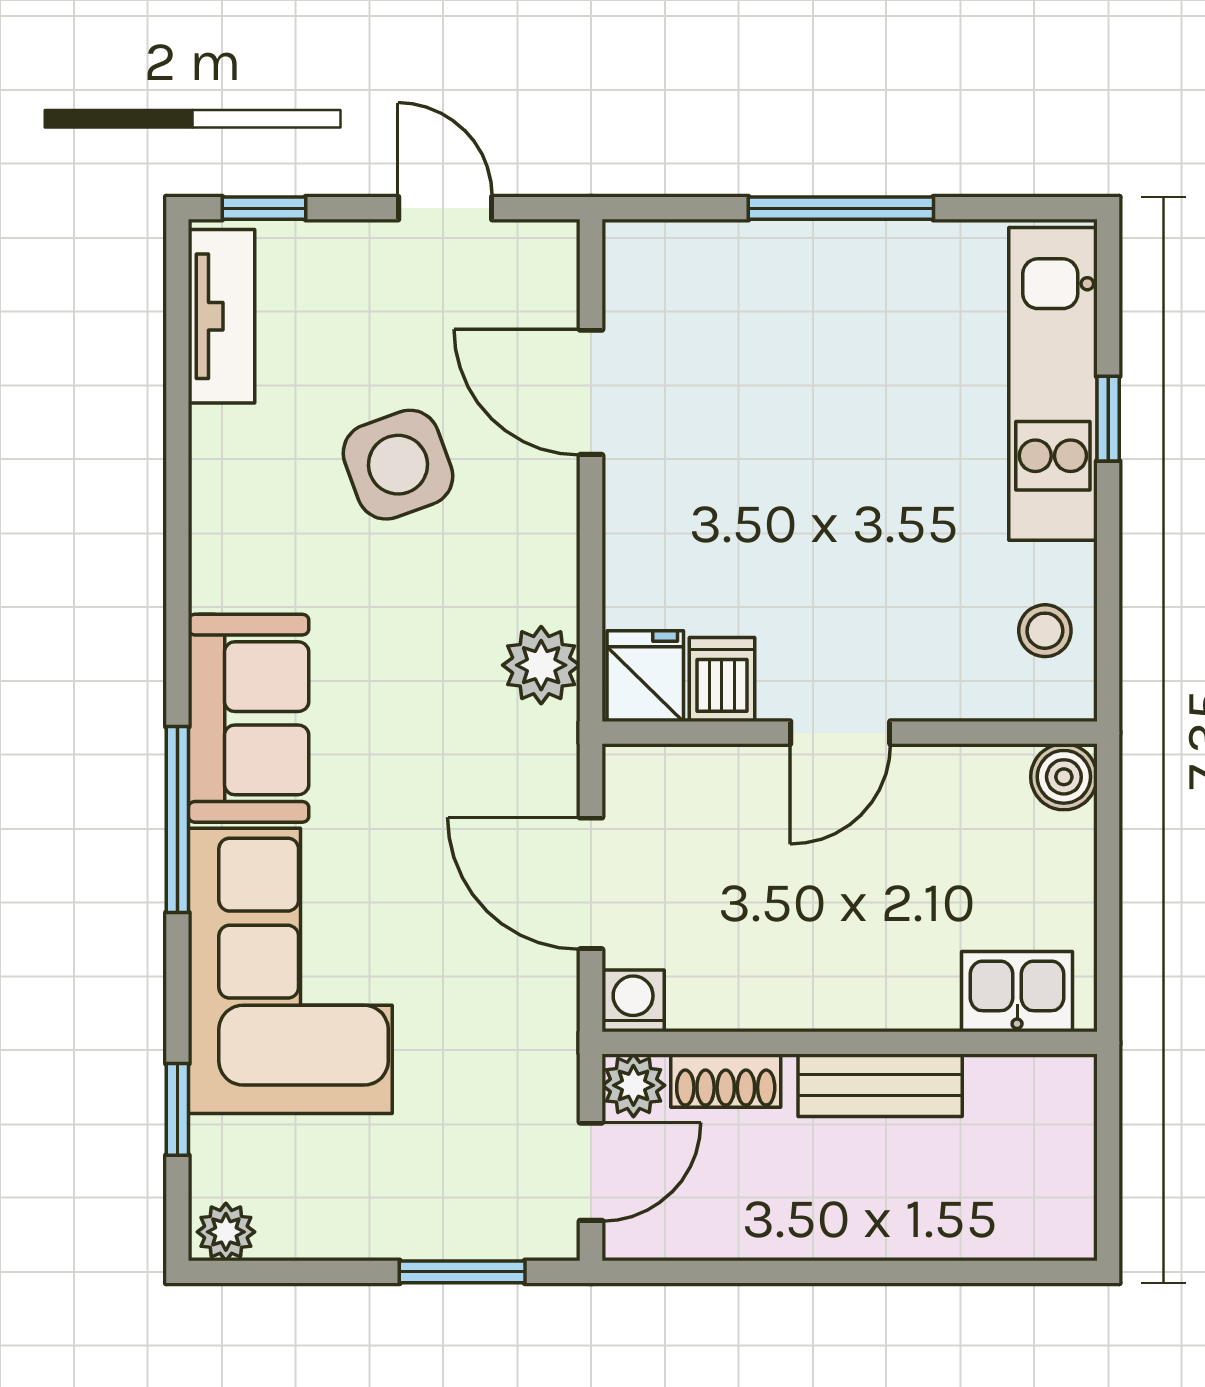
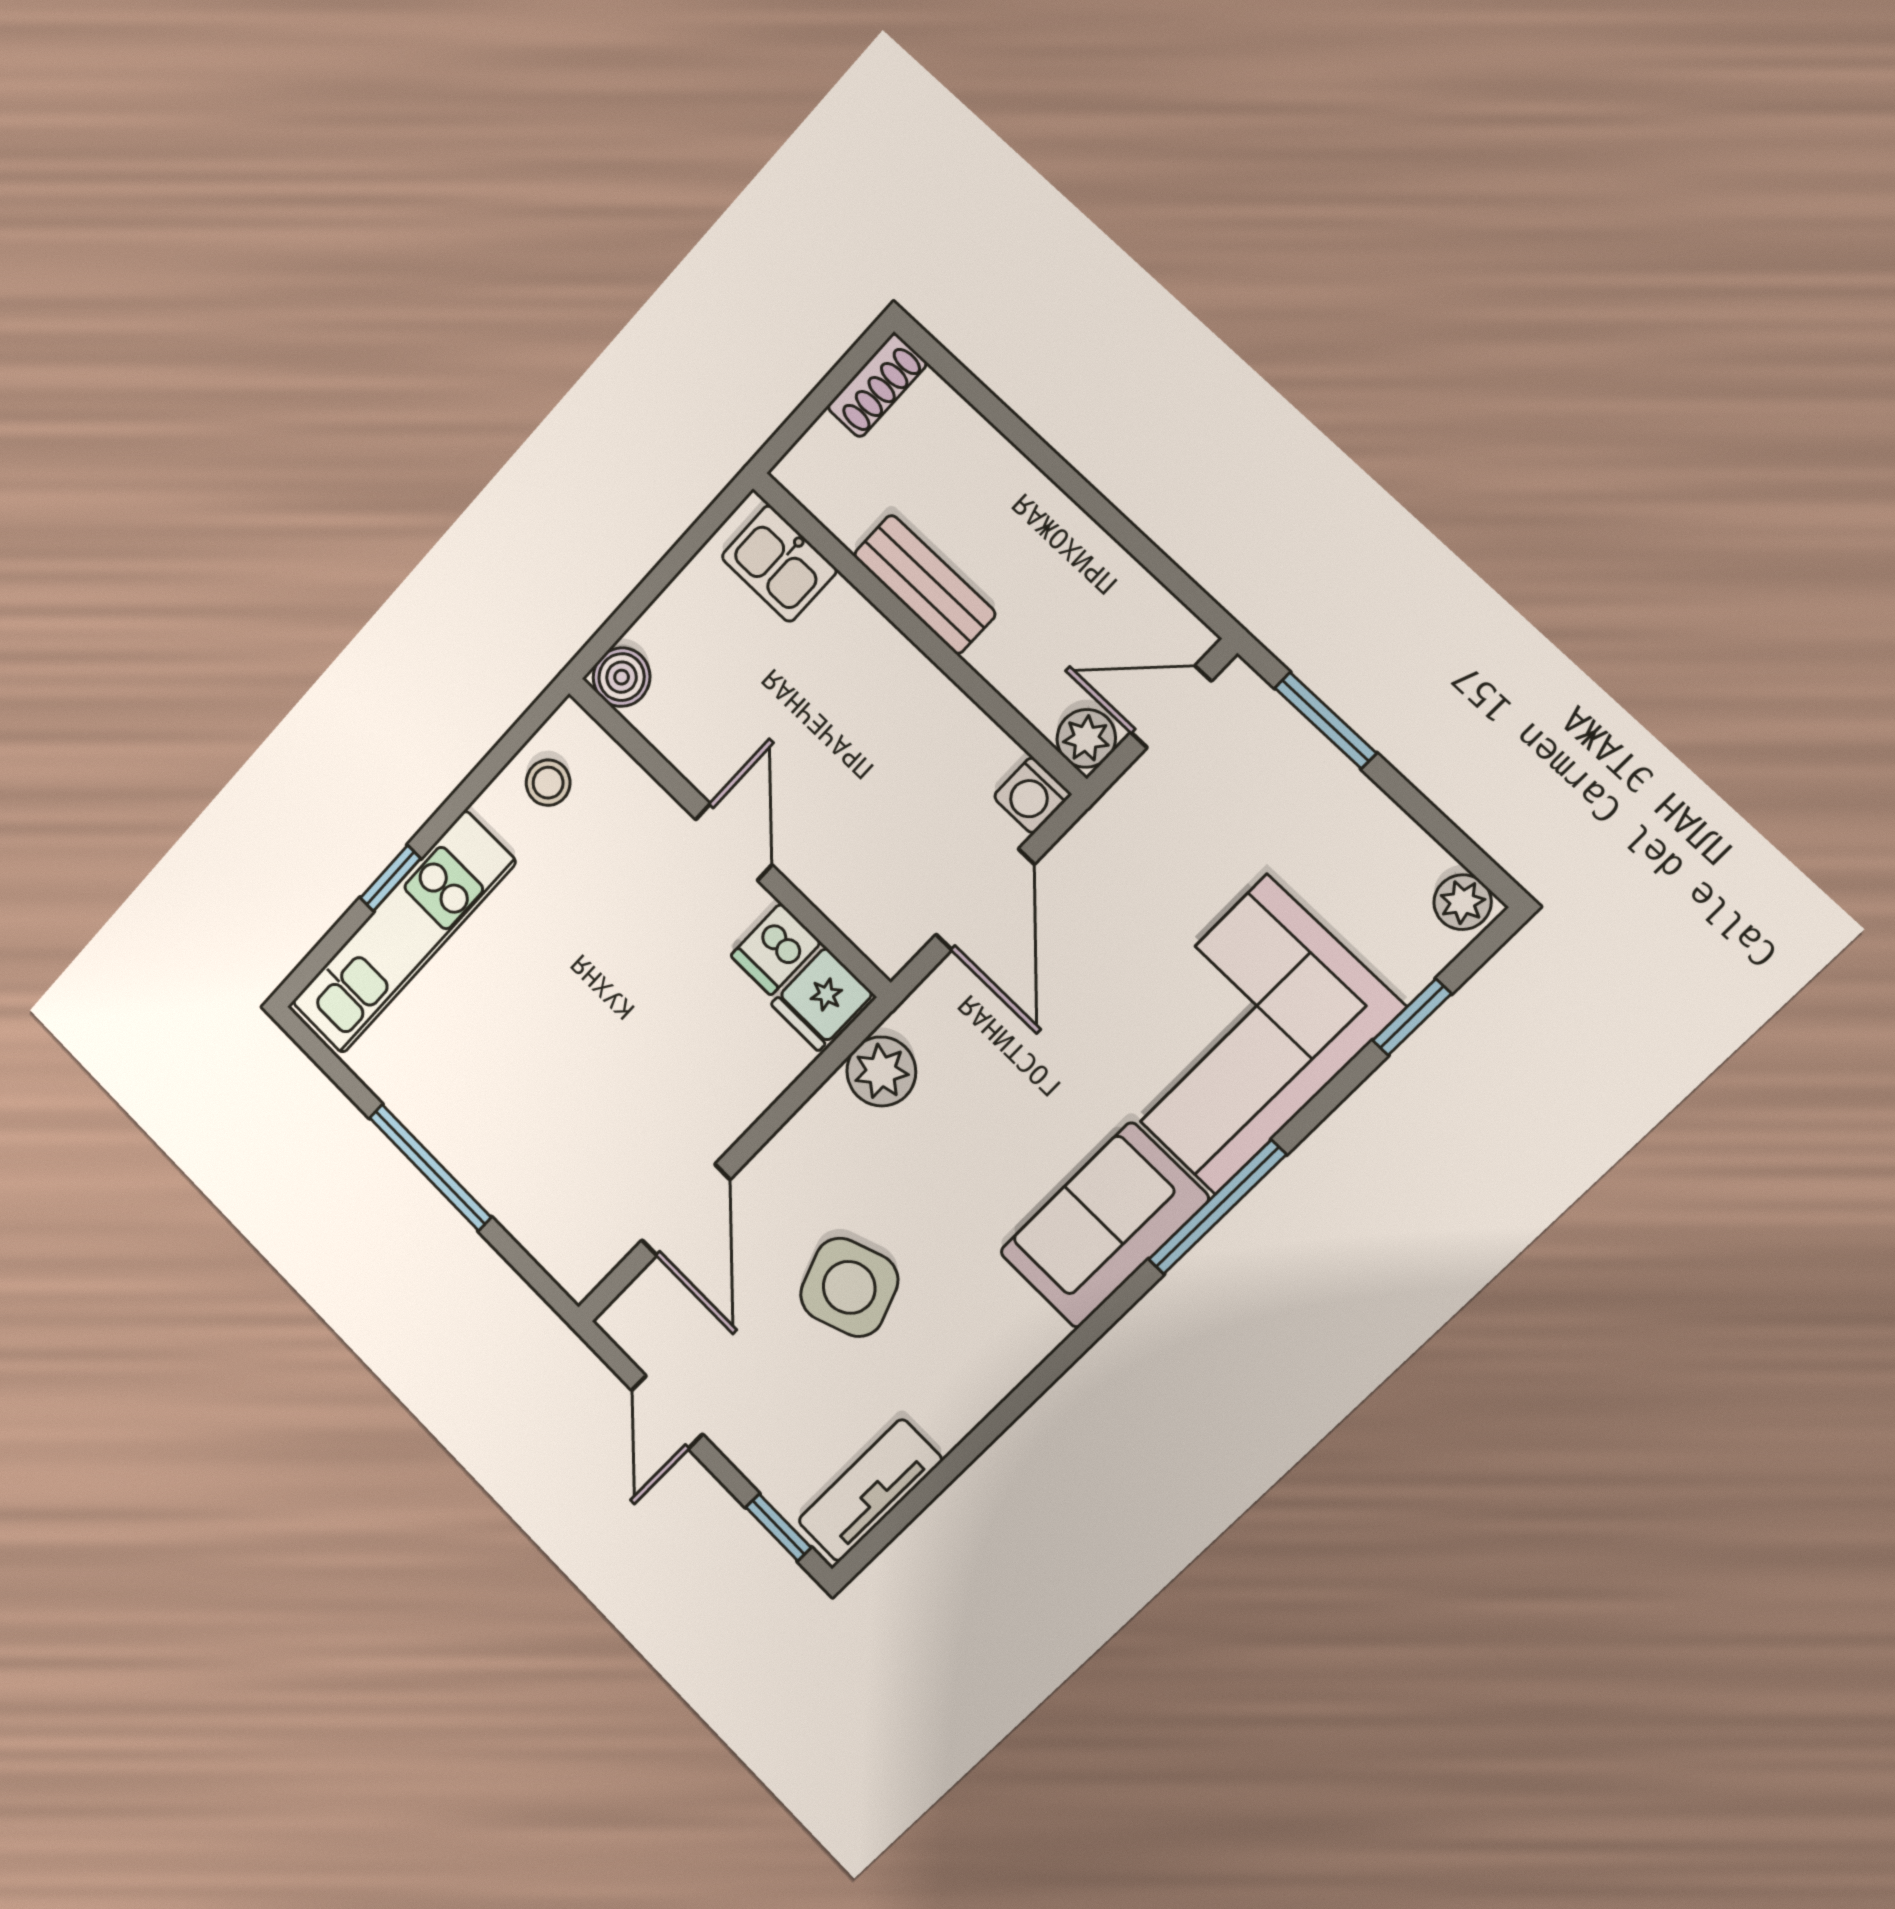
door: (840, 733) -> (734, 842), hinge flipped
shoe rack: (726, 1081) -> (877, 385), moved, turned 90

